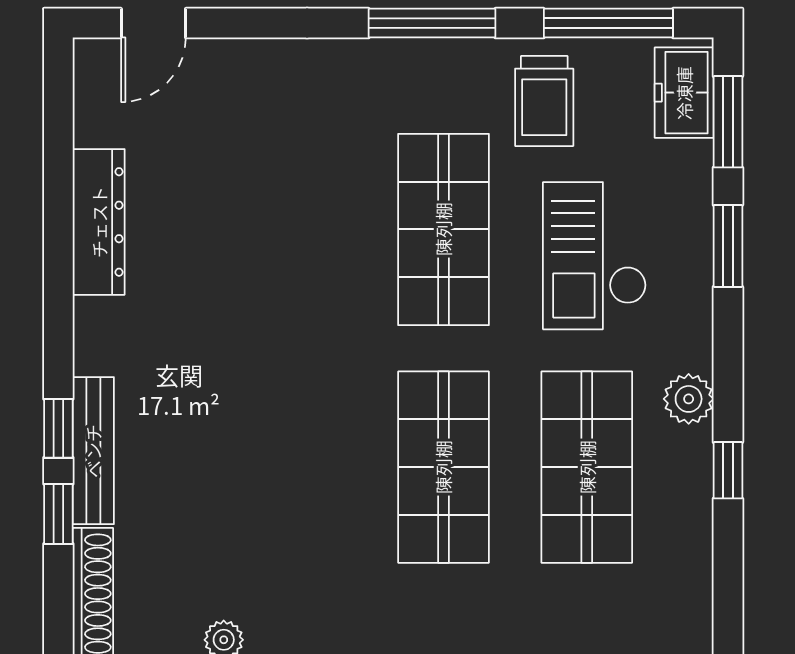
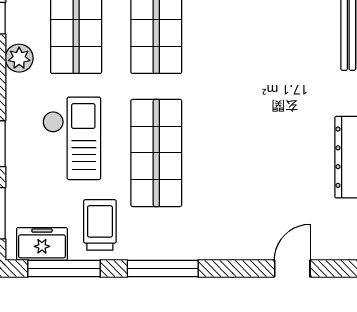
door: (153, 23) -> (292, 269), moved
freezer: (684, 93) -> (42, 244), moved, turned -90

